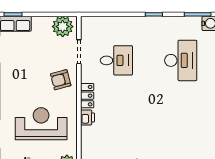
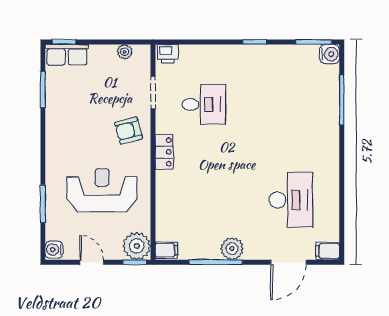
plant: (63, 27) -> (125, 52), width x0.53, depth x0.53
desk: (181, 60) -> (291, 200), moved
printer: (87, 117) -> (168, 54), moved, turned 90

